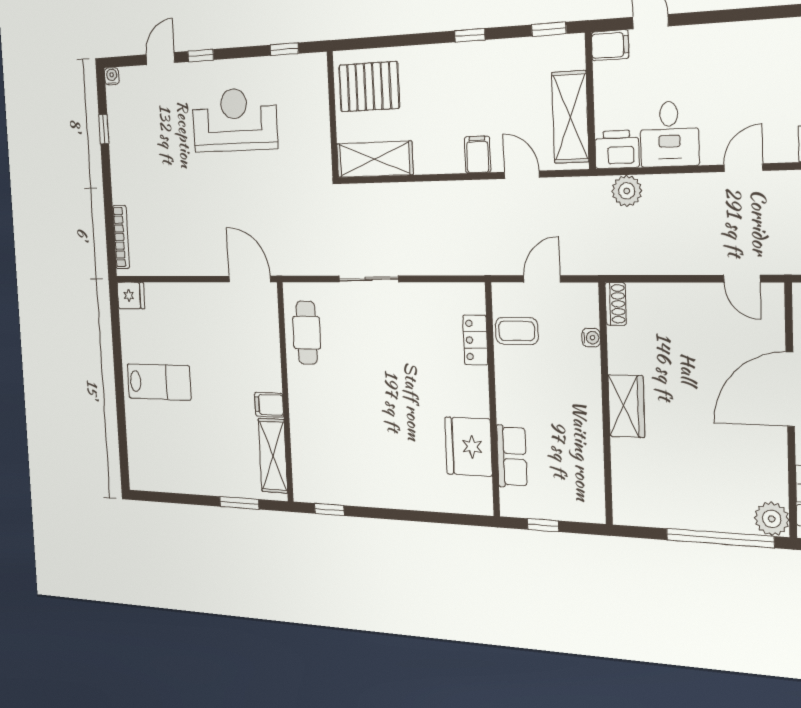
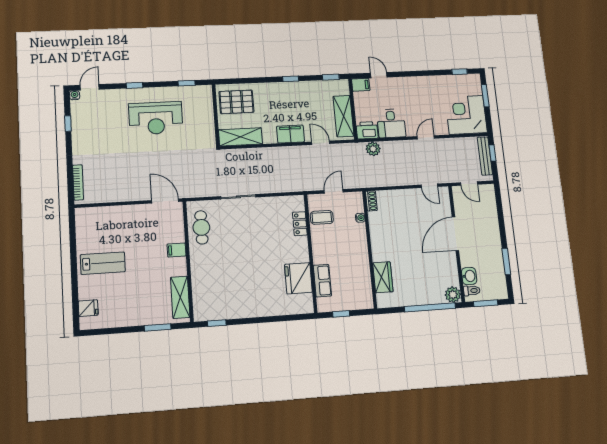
door: (160, 59) -> (90, 87), moved
reception desk: (234, 120) -> (156, 118), turned 180
filing cabinet: (478, 155) -> (290, 134), width x2.00
fridge: (131, 295) -> (88, 308), moved
filing cabinet: (269, 405) -> (177, 250), moved
wardrobe: (626, 406) -> (383, 277), moved

